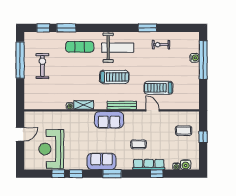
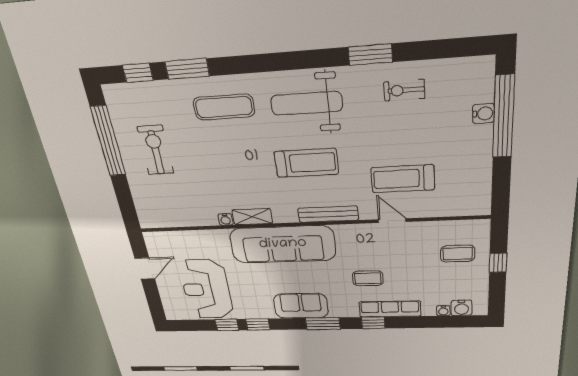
weight bench: (118, 48) -> (307, 103), turned 180
sofa: (109, 120) -> (283, 244), width x1.85, depth x1.27
window: (157, 174) -> (373, 323), moved

